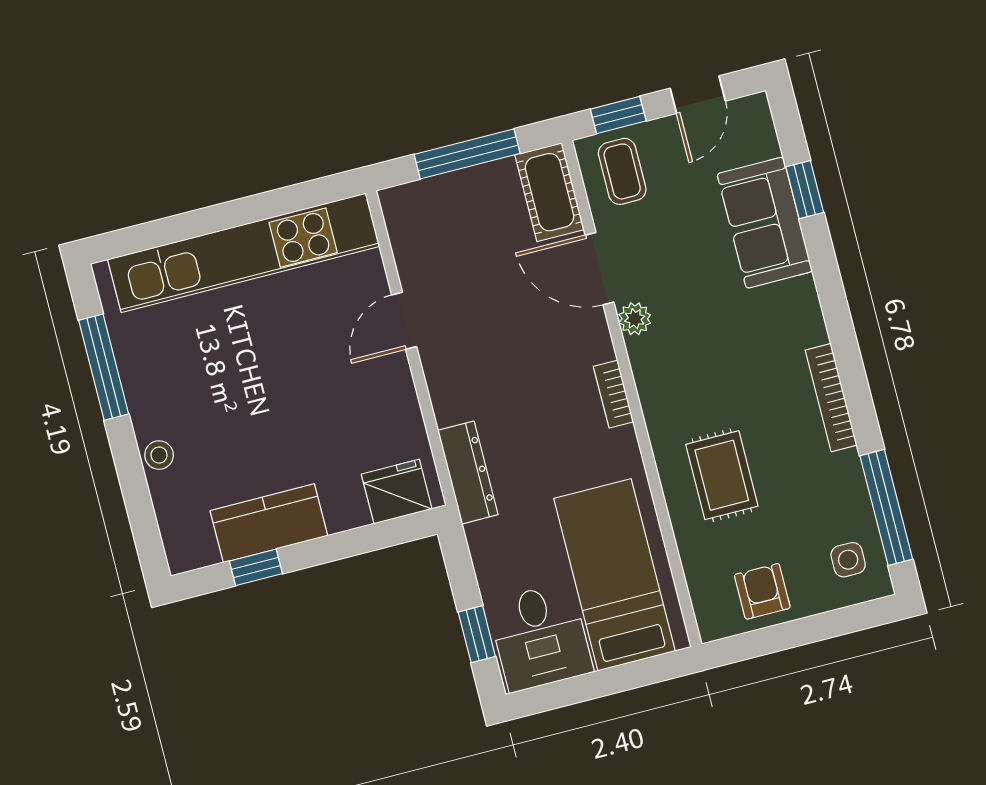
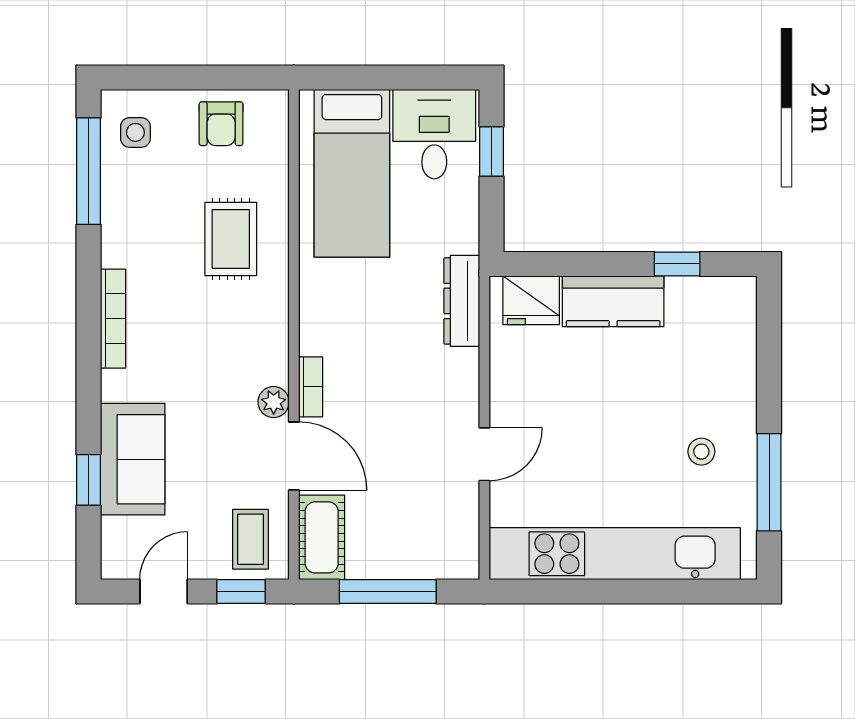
bookcase: (613, 394) -> (311, 387), moved
bookcase: (831, 398) -> (113, 319), moved
stool: (159, 455) -> (701, 452), moved
kitchen counter: (269, 523) -> (613, 301), moved

